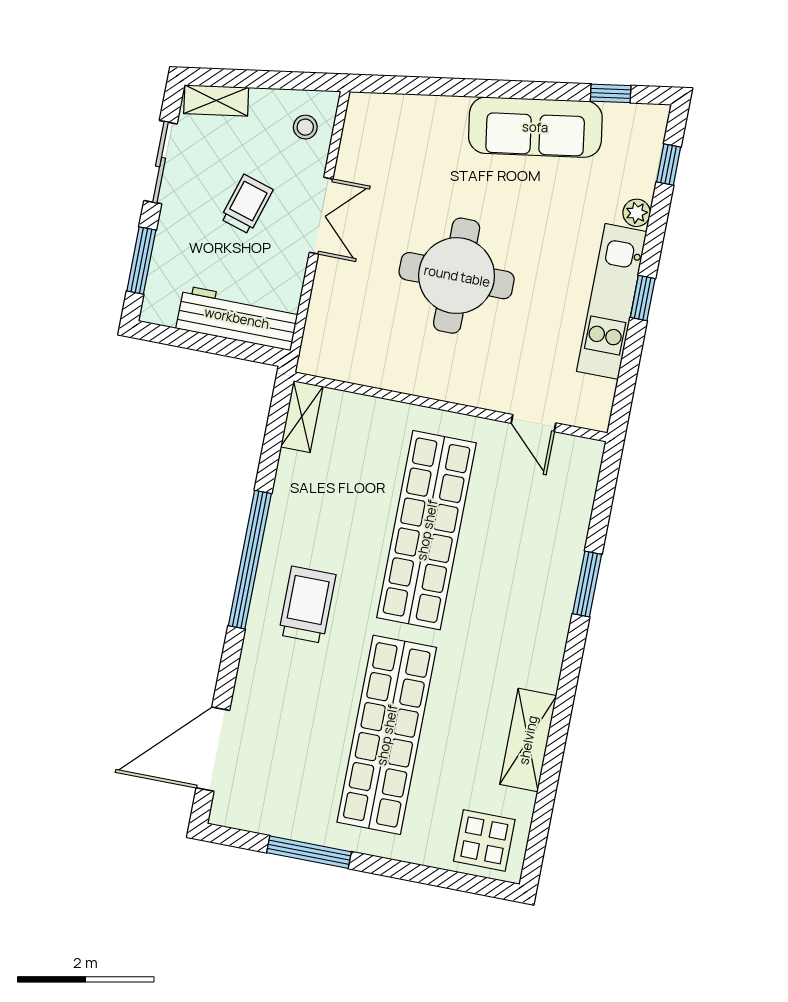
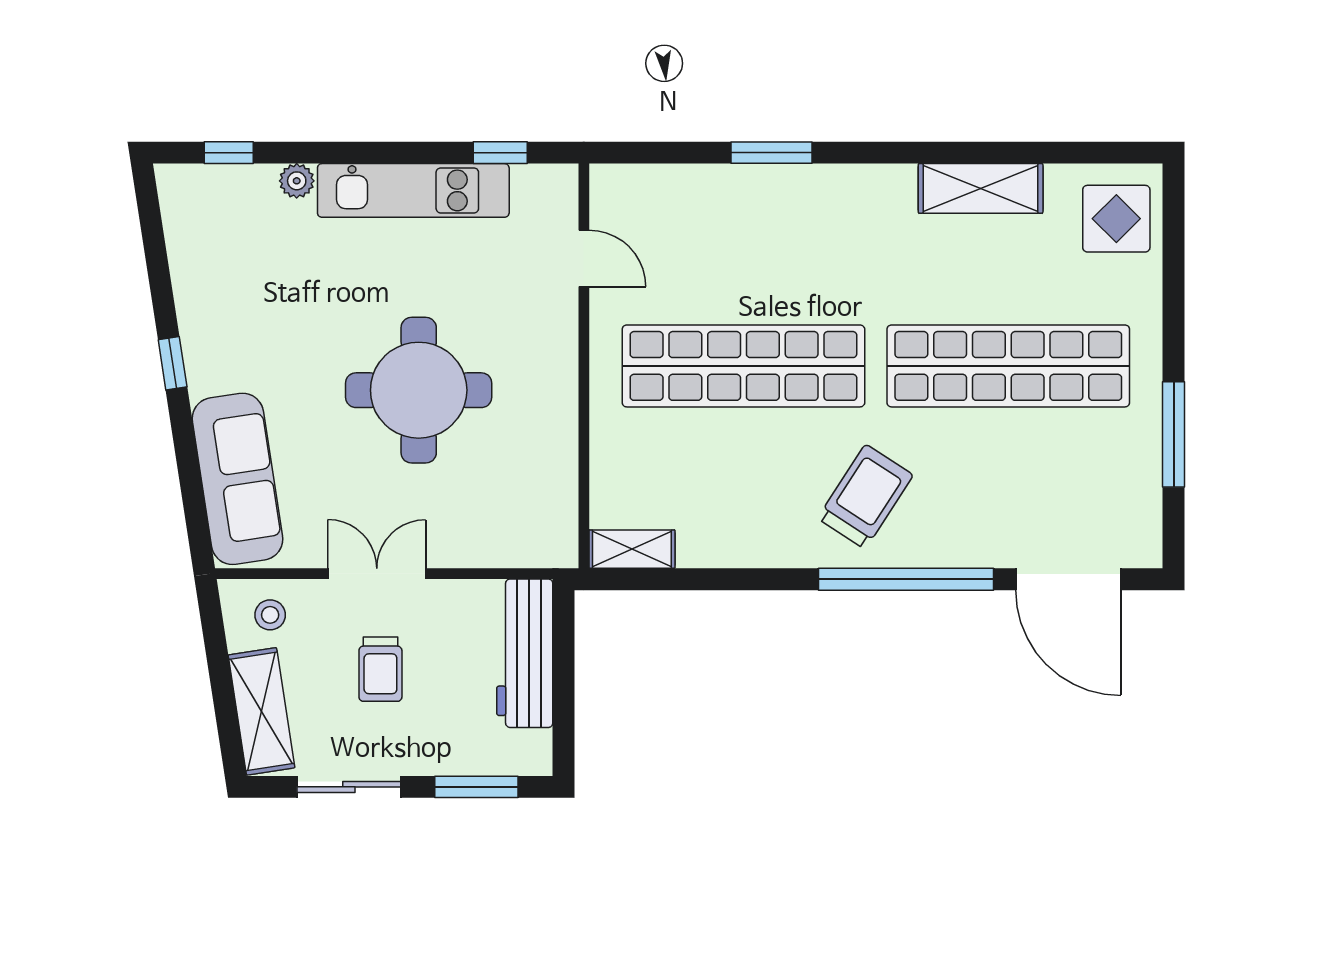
window: (611, 93) -> (173, 363), moved
shelving: (216, 101) -> (262, 711), width x1.50, depth x1.33
sofa: (535, 127) -> (237, 479), moved
trolley: (247, 204) -> (380, 669), turned -107
window: (643, 298) -> (500, 153), moved
door: (534, 423) -> (584, 258), hinge flipped
window: (250, 560) -> (906, 579), moved
trolley: (307, 605) -> (865, 497), turned 123

